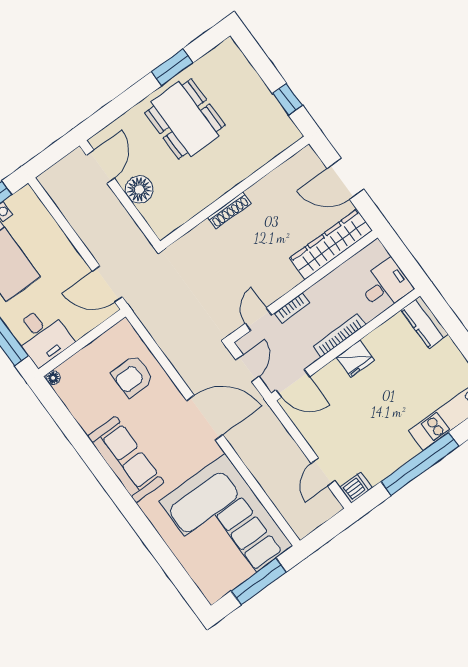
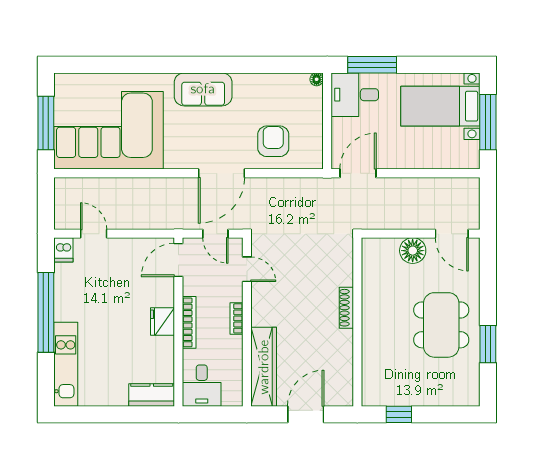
dining table: (185, 119) -> (441, 325), turned 90
bookcase: (292, 308) -> (236, 318), moved
door: (205, 418) -> (221, 173), moved
sofa: (126, 459) -> (203, 89), width x0.73

